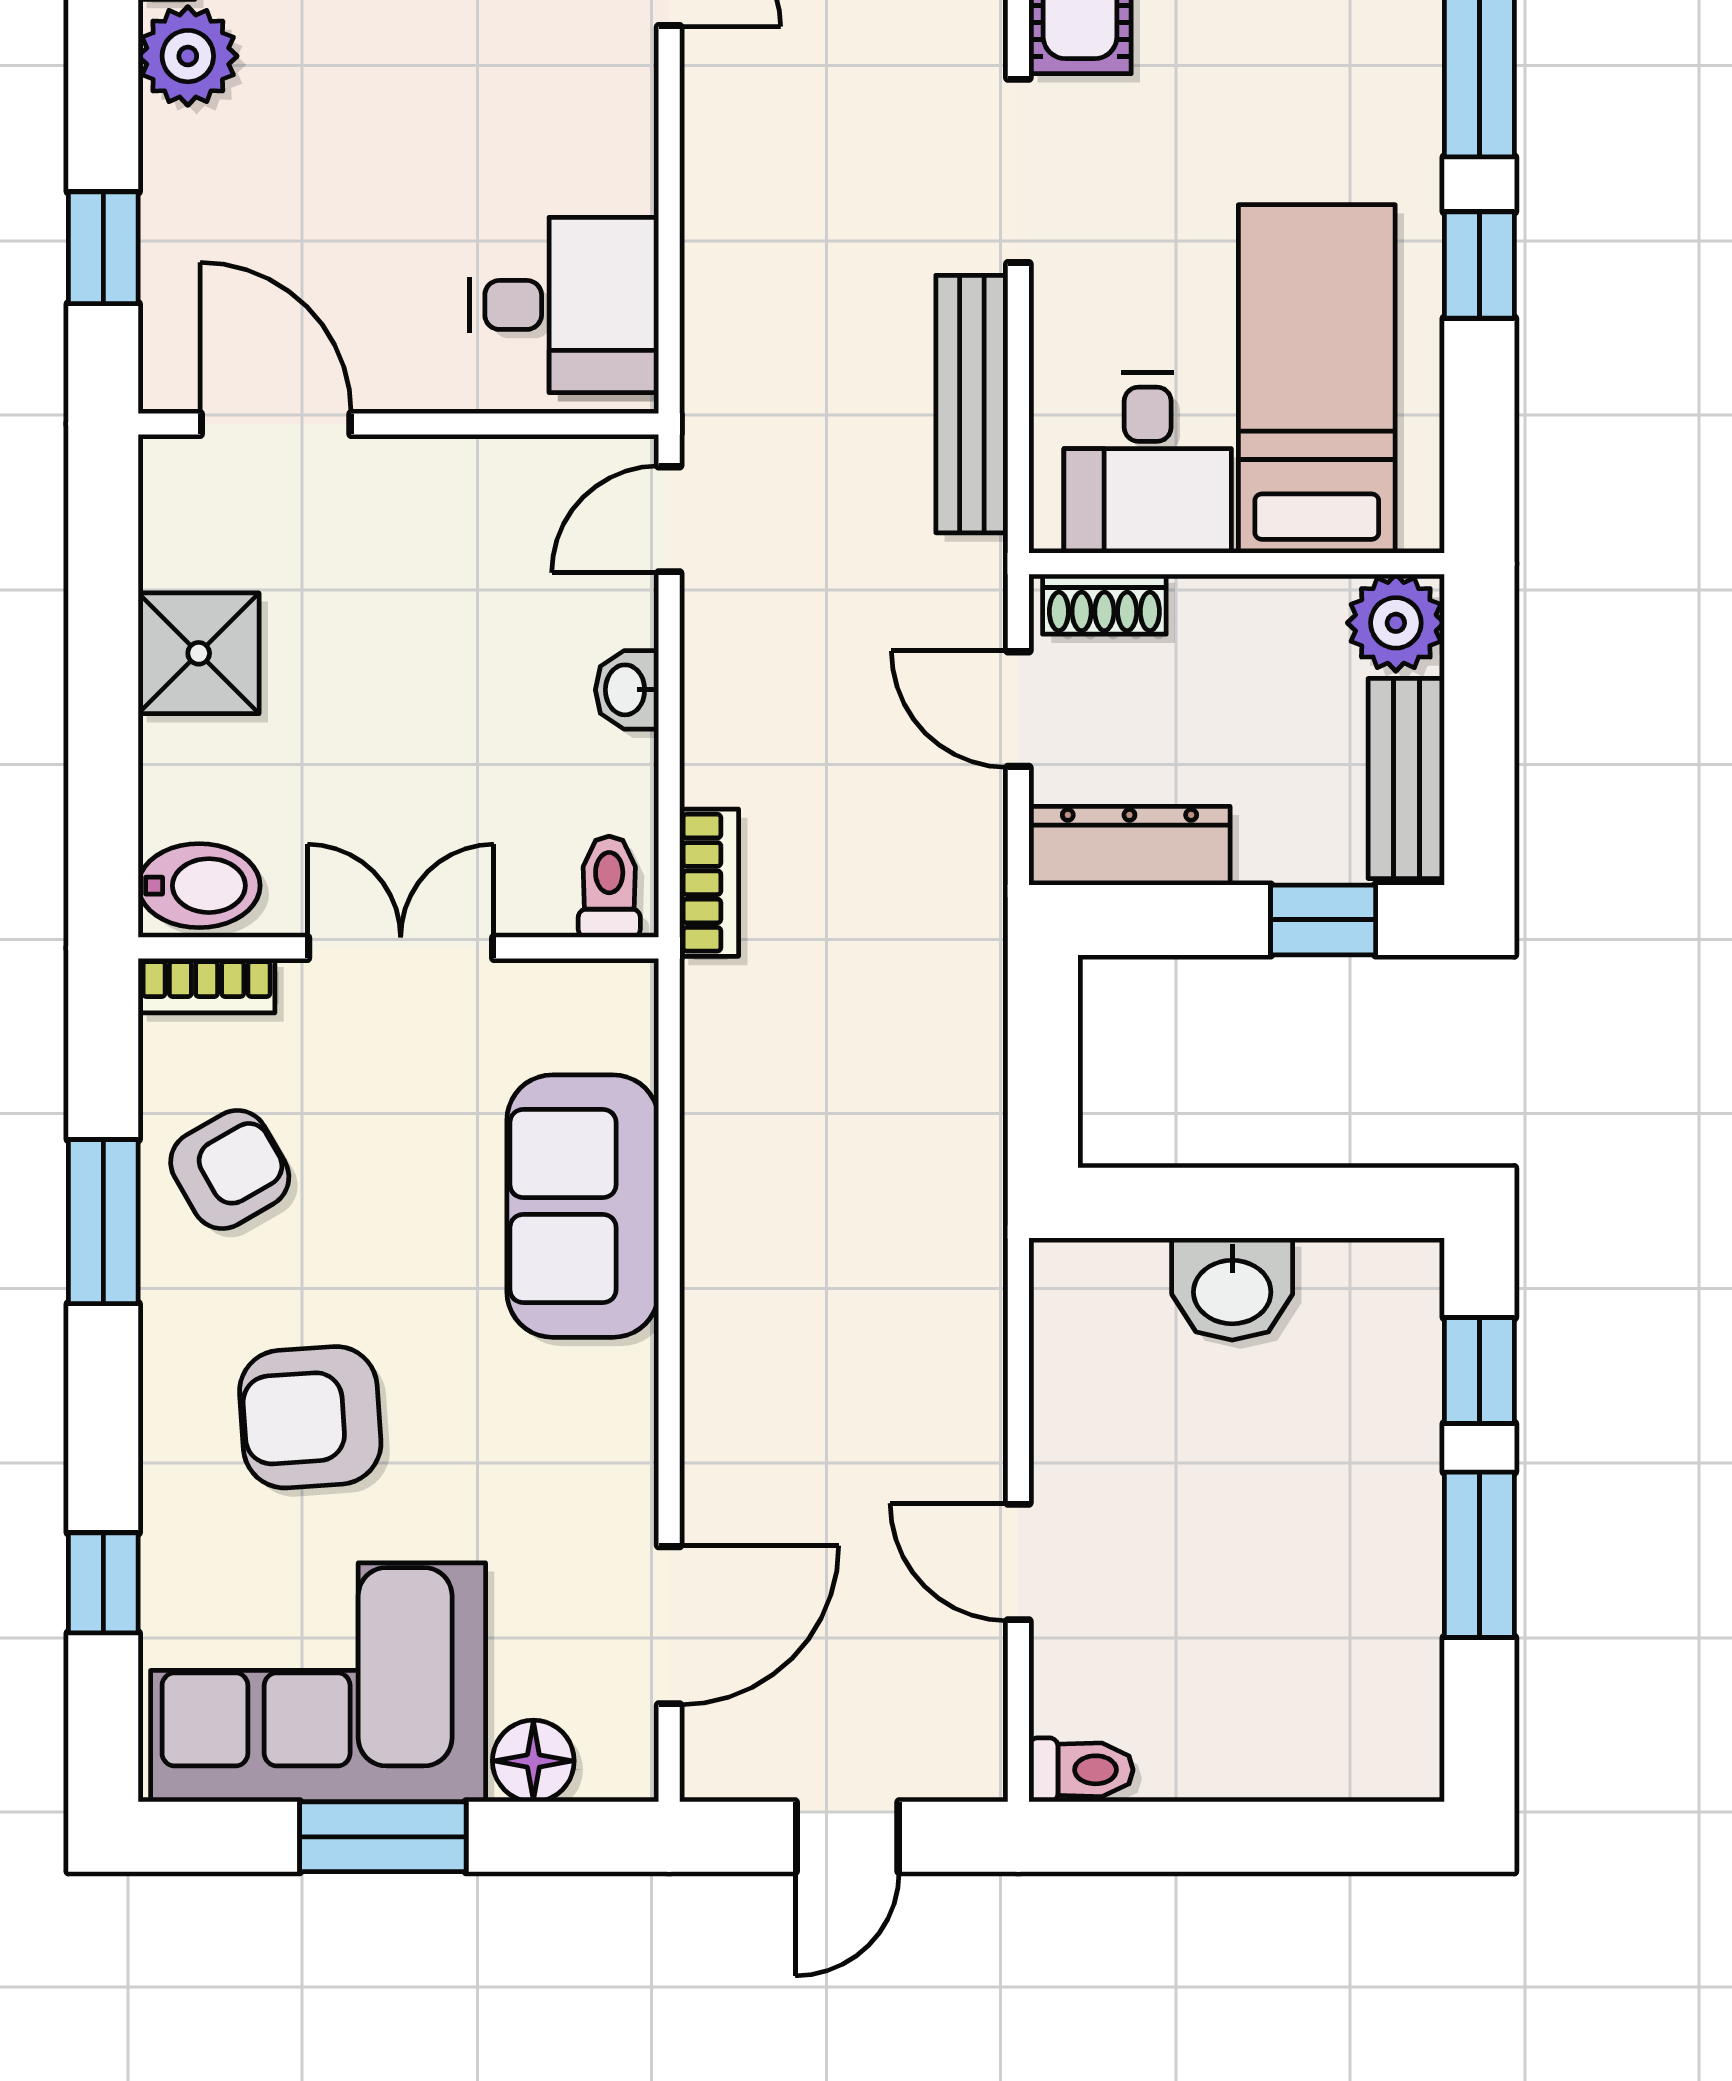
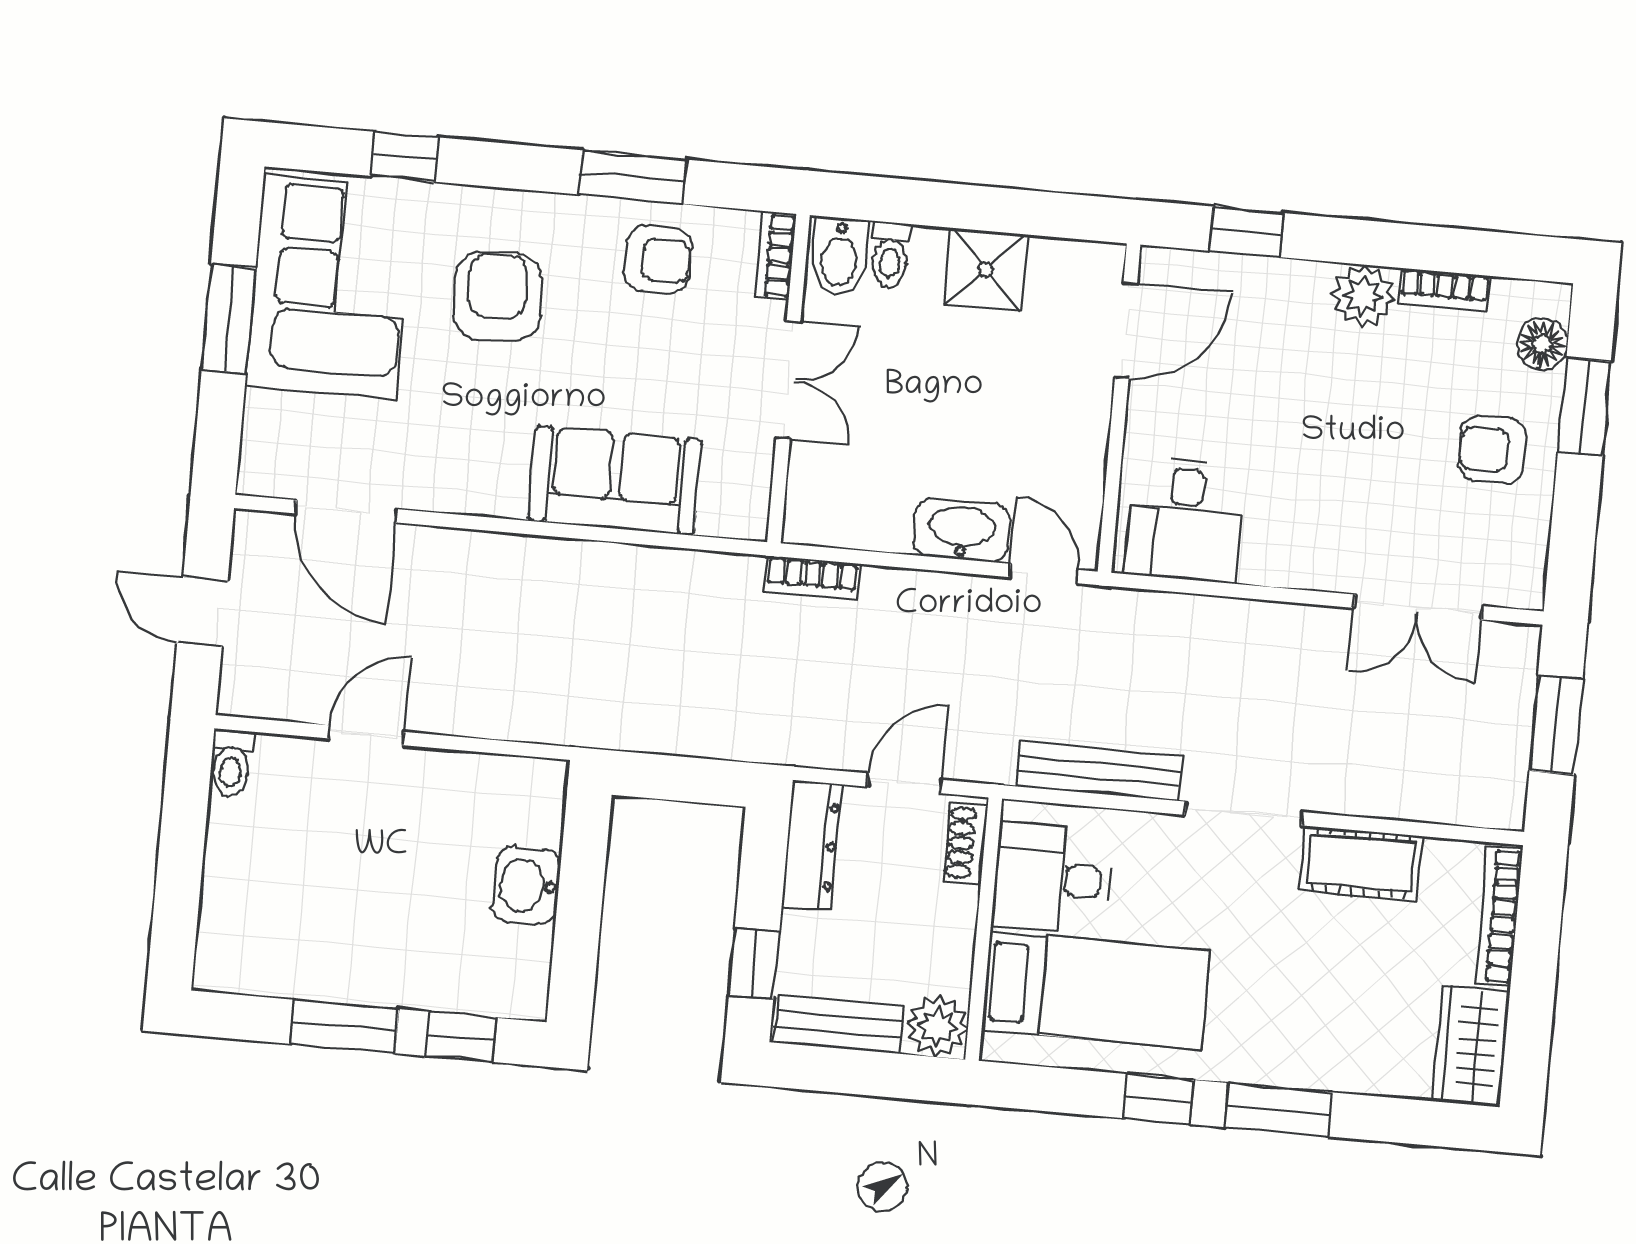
washbasin: (627, 690) -> (962, 530), width x1.91, depth x1.45
toilet: (609, 887) -> (890, 254), moved, turned 90
armchair: (230, 1170) -> (658, 260), turned -60
floor lamp: (533, 1761) -> (268, 418), removed

